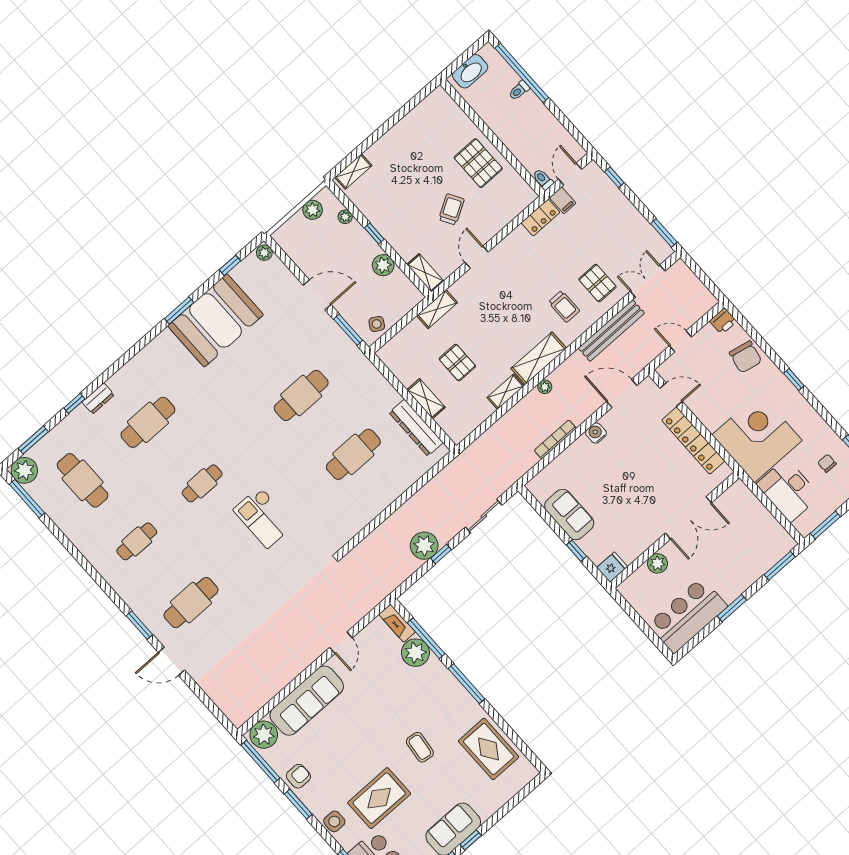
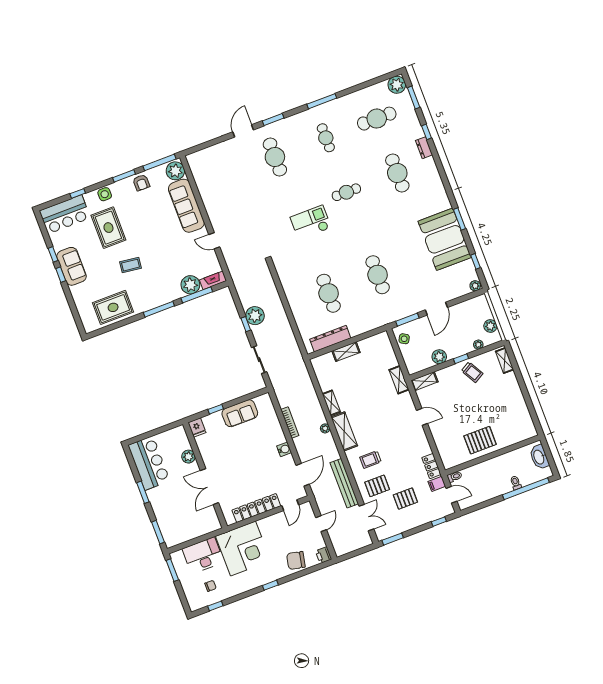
trolley: (451, 209) -> (472, 372), moved
pallet: (457, 363) -> (405, 499), moved
cafe table: (202, 483) -> (346, 192), turned 90
window: (27, 499) -> (322, 101), moved

